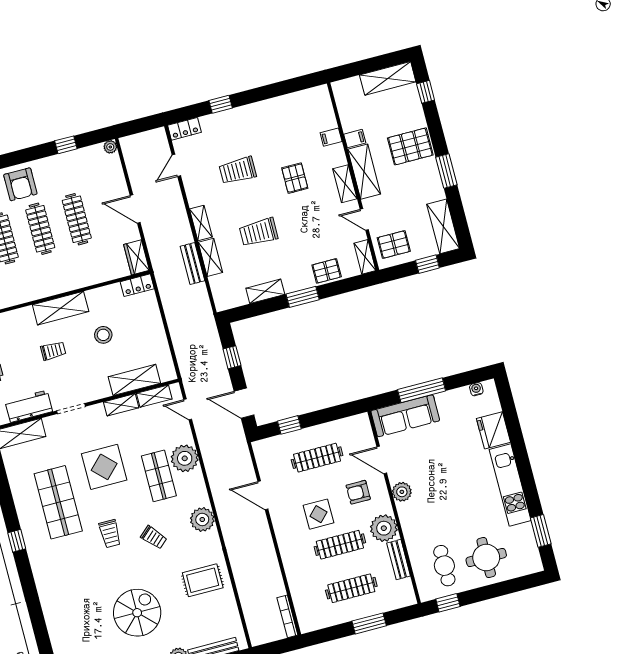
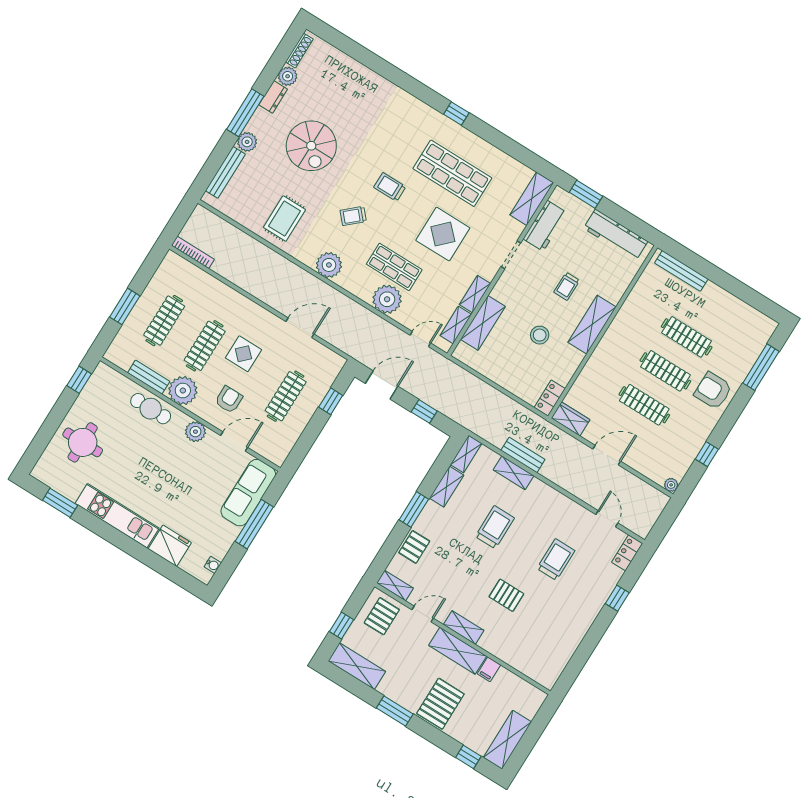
filing cabinet: (331, 137) -> (508, 653), removed
shelving: (201, 223) -> (466, 454), moved, turned 90
cafe table: (444, 566) -> (151, 409), moved

